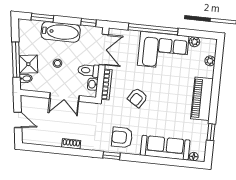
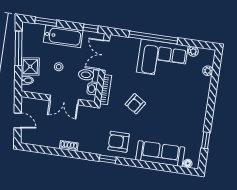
double door: (104, 50) -> (104, 55), swing flipped
window: (16, 60) -> (18, 48), moved
piano: (202, 99) -> (198, 107), removed

